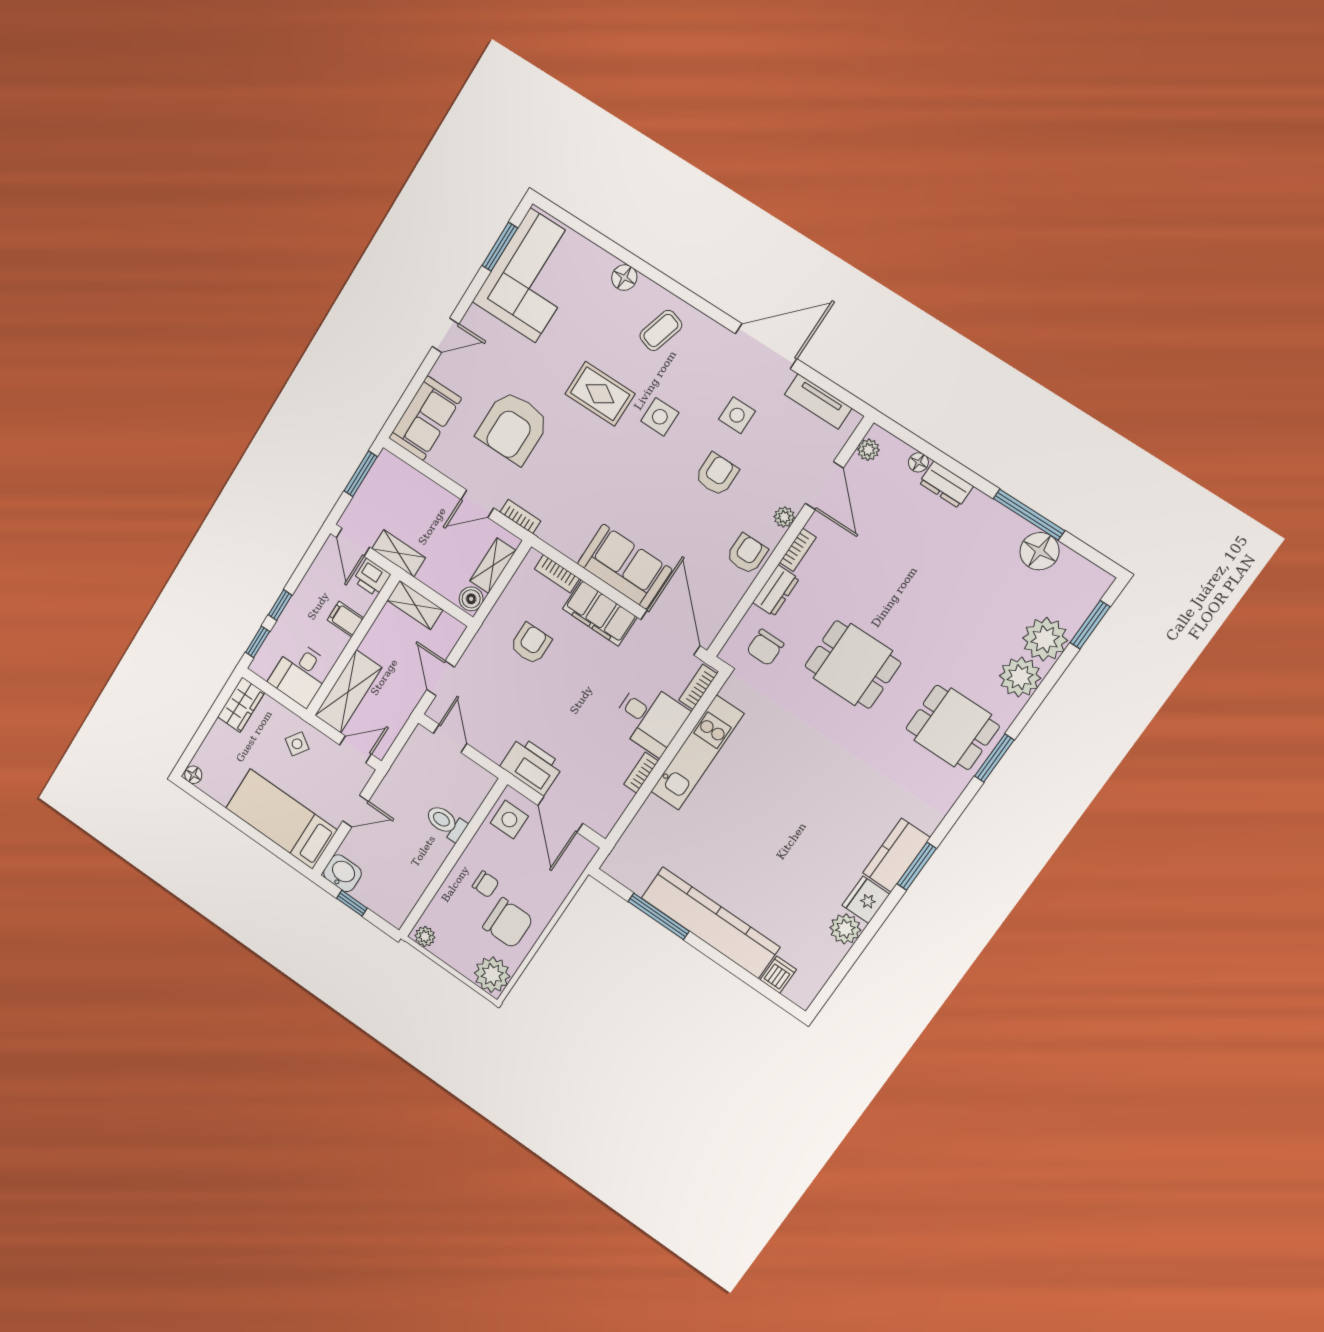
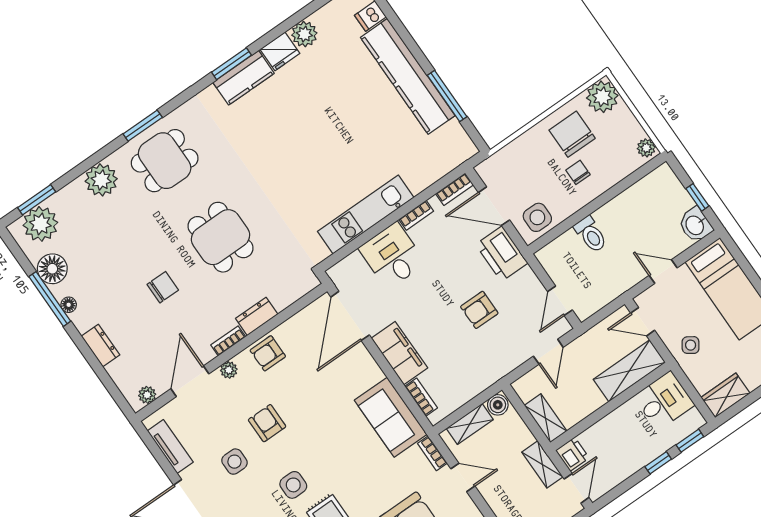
floor lamp: (918, 462) -> (69, 305), moved
armchair: (717, 474) -> (267, 423), turned 90
sofa: (625, 567) -> (391, 417), moved
filing cabinet: (345, 619) -> (608, 430), removed
plant: (1045, 639) -> (40, 224), moved
armchair: (531, 644) -> (479, 310), moved
chair: (765, 647) -> (163, 287), moved
bookcase: (698, 687) -> (455, 189), moved
dining table: (953, 727) -> (165, 161), turned 90
door: (560, 814) -> (494, 206), swing flipped

